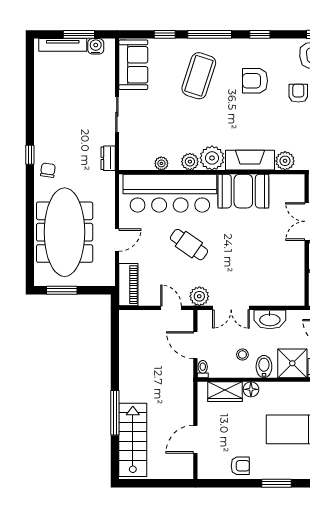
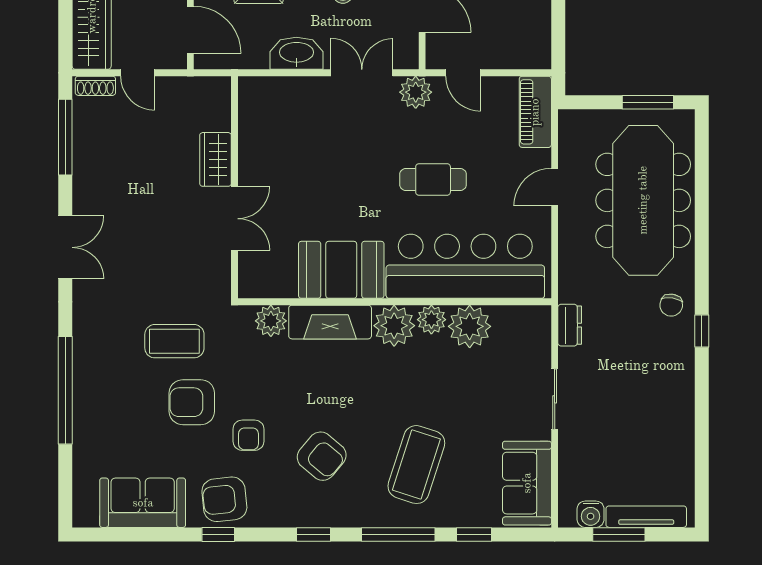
armchair: (255, 81) -> (322, 456), turned 40
plant: (161, 163) -> (470, 326), width x1.88, depth x1.88
cafe table: (189, 245) -> (433, 179), turned -35

